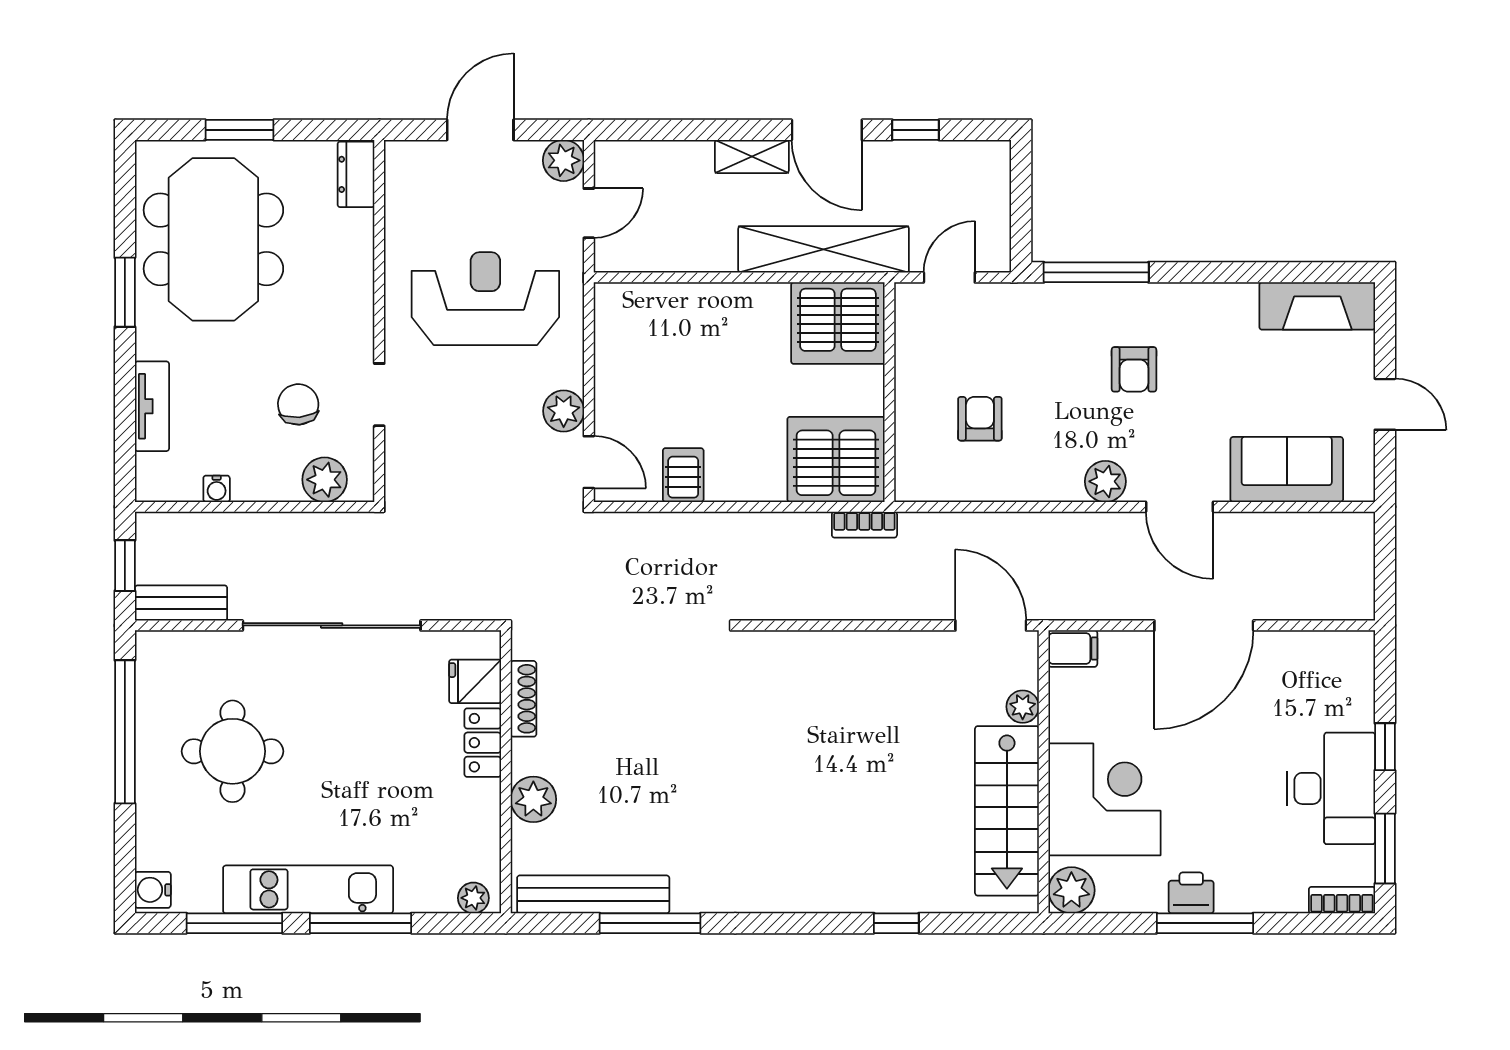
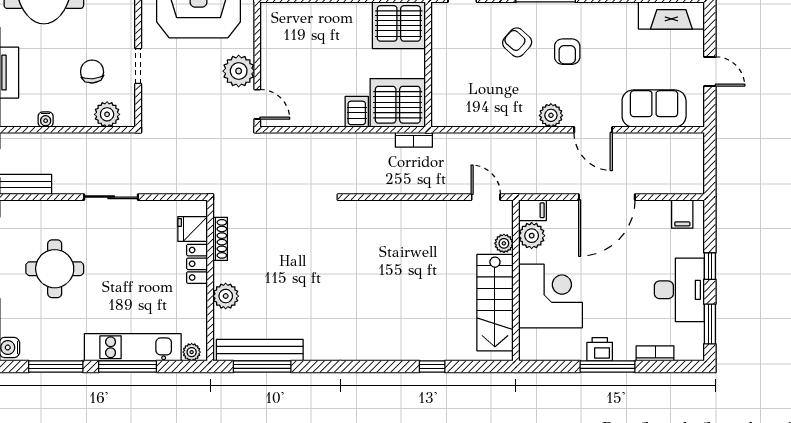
plant: (564, 411) -> (239, 71), width x1.36, depth x1.36
armchair: (980, 419) -> (517, 42), moved, turned -48
server rack: (683, 475) -> (357, 112), moved
sliding door: (332, 625) -> (111, 197), width x0.54
door: (991, 625) -> (486, 197), width x0.73
filing cabinet: (1336, 655) -> (682, 214), added
kitchen unit: (308, 889) -> (133, 347), moved
plant: (1071, 890) -> (532, 236), moved
bookcase: (1342, 900) -> (655, 353), moved
window: (650, 923) -> (262, 366), moved

